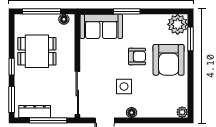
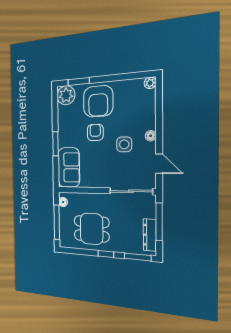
dining table: (37, 51) -> (92, 229), turned 90
armchair: (169, 60) -> (98, 101), turned 90

